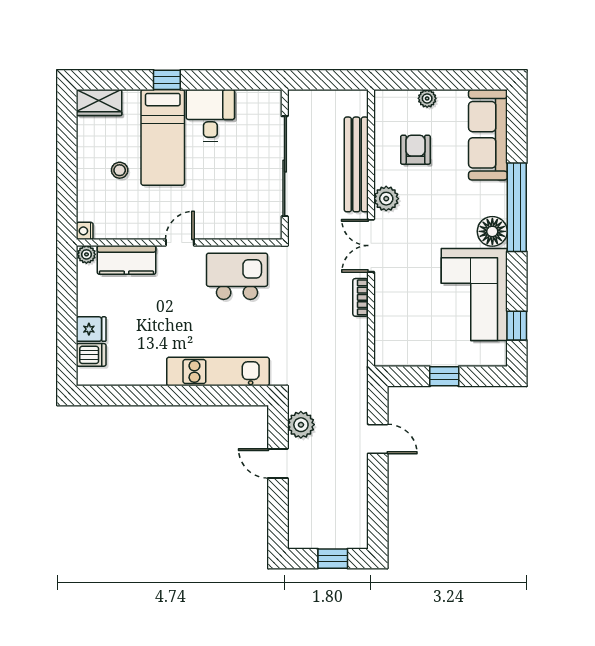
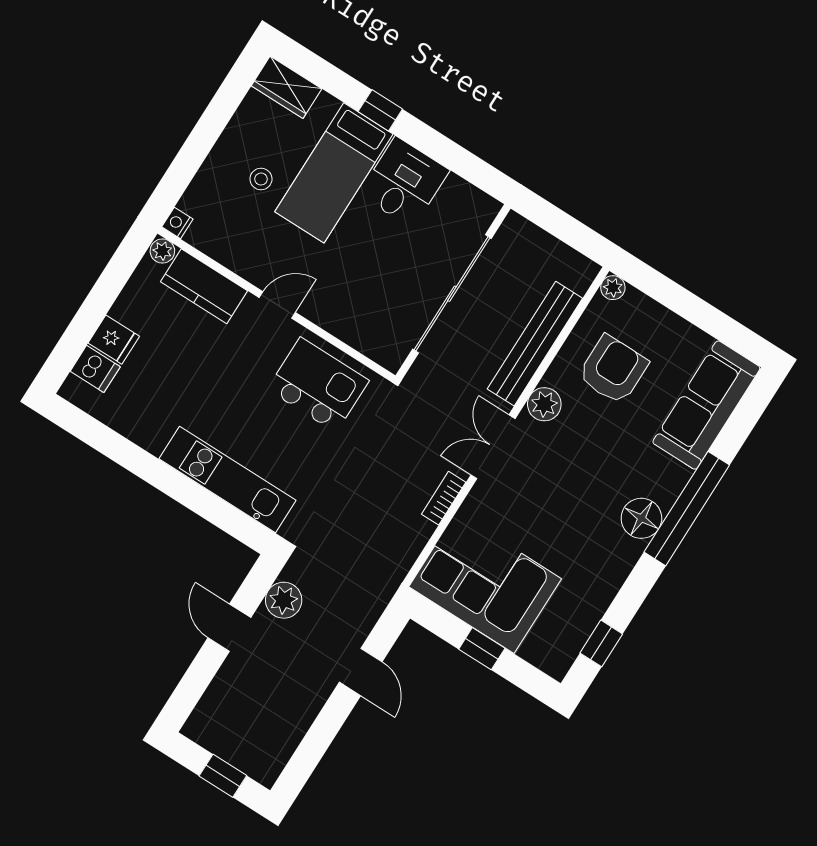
plant: (427, 98) -> (613, 288), moved
armchair: (415, 150) -> (613, 370), width x1.38, depth x1.38
corner sofa: (474, 294) -> (485, 583), moved, turned 90

